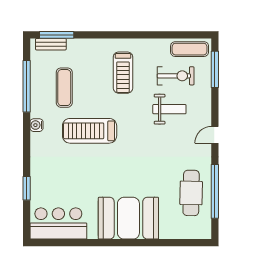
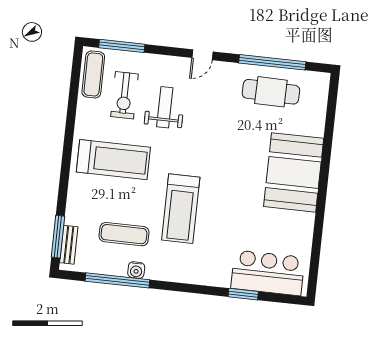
treadmill: (123, 73) -> (113, 160), width x1.37, depth x1.38
exercise bike: (176, 76) -> (124, 95), turned 180
water cooler: (36, 125) -> (136, 270), moved
door: (215, 135) -> (202, 55), hinge flipped
bar counter: (58, 223) -> (268, 273), moved, turned 90

